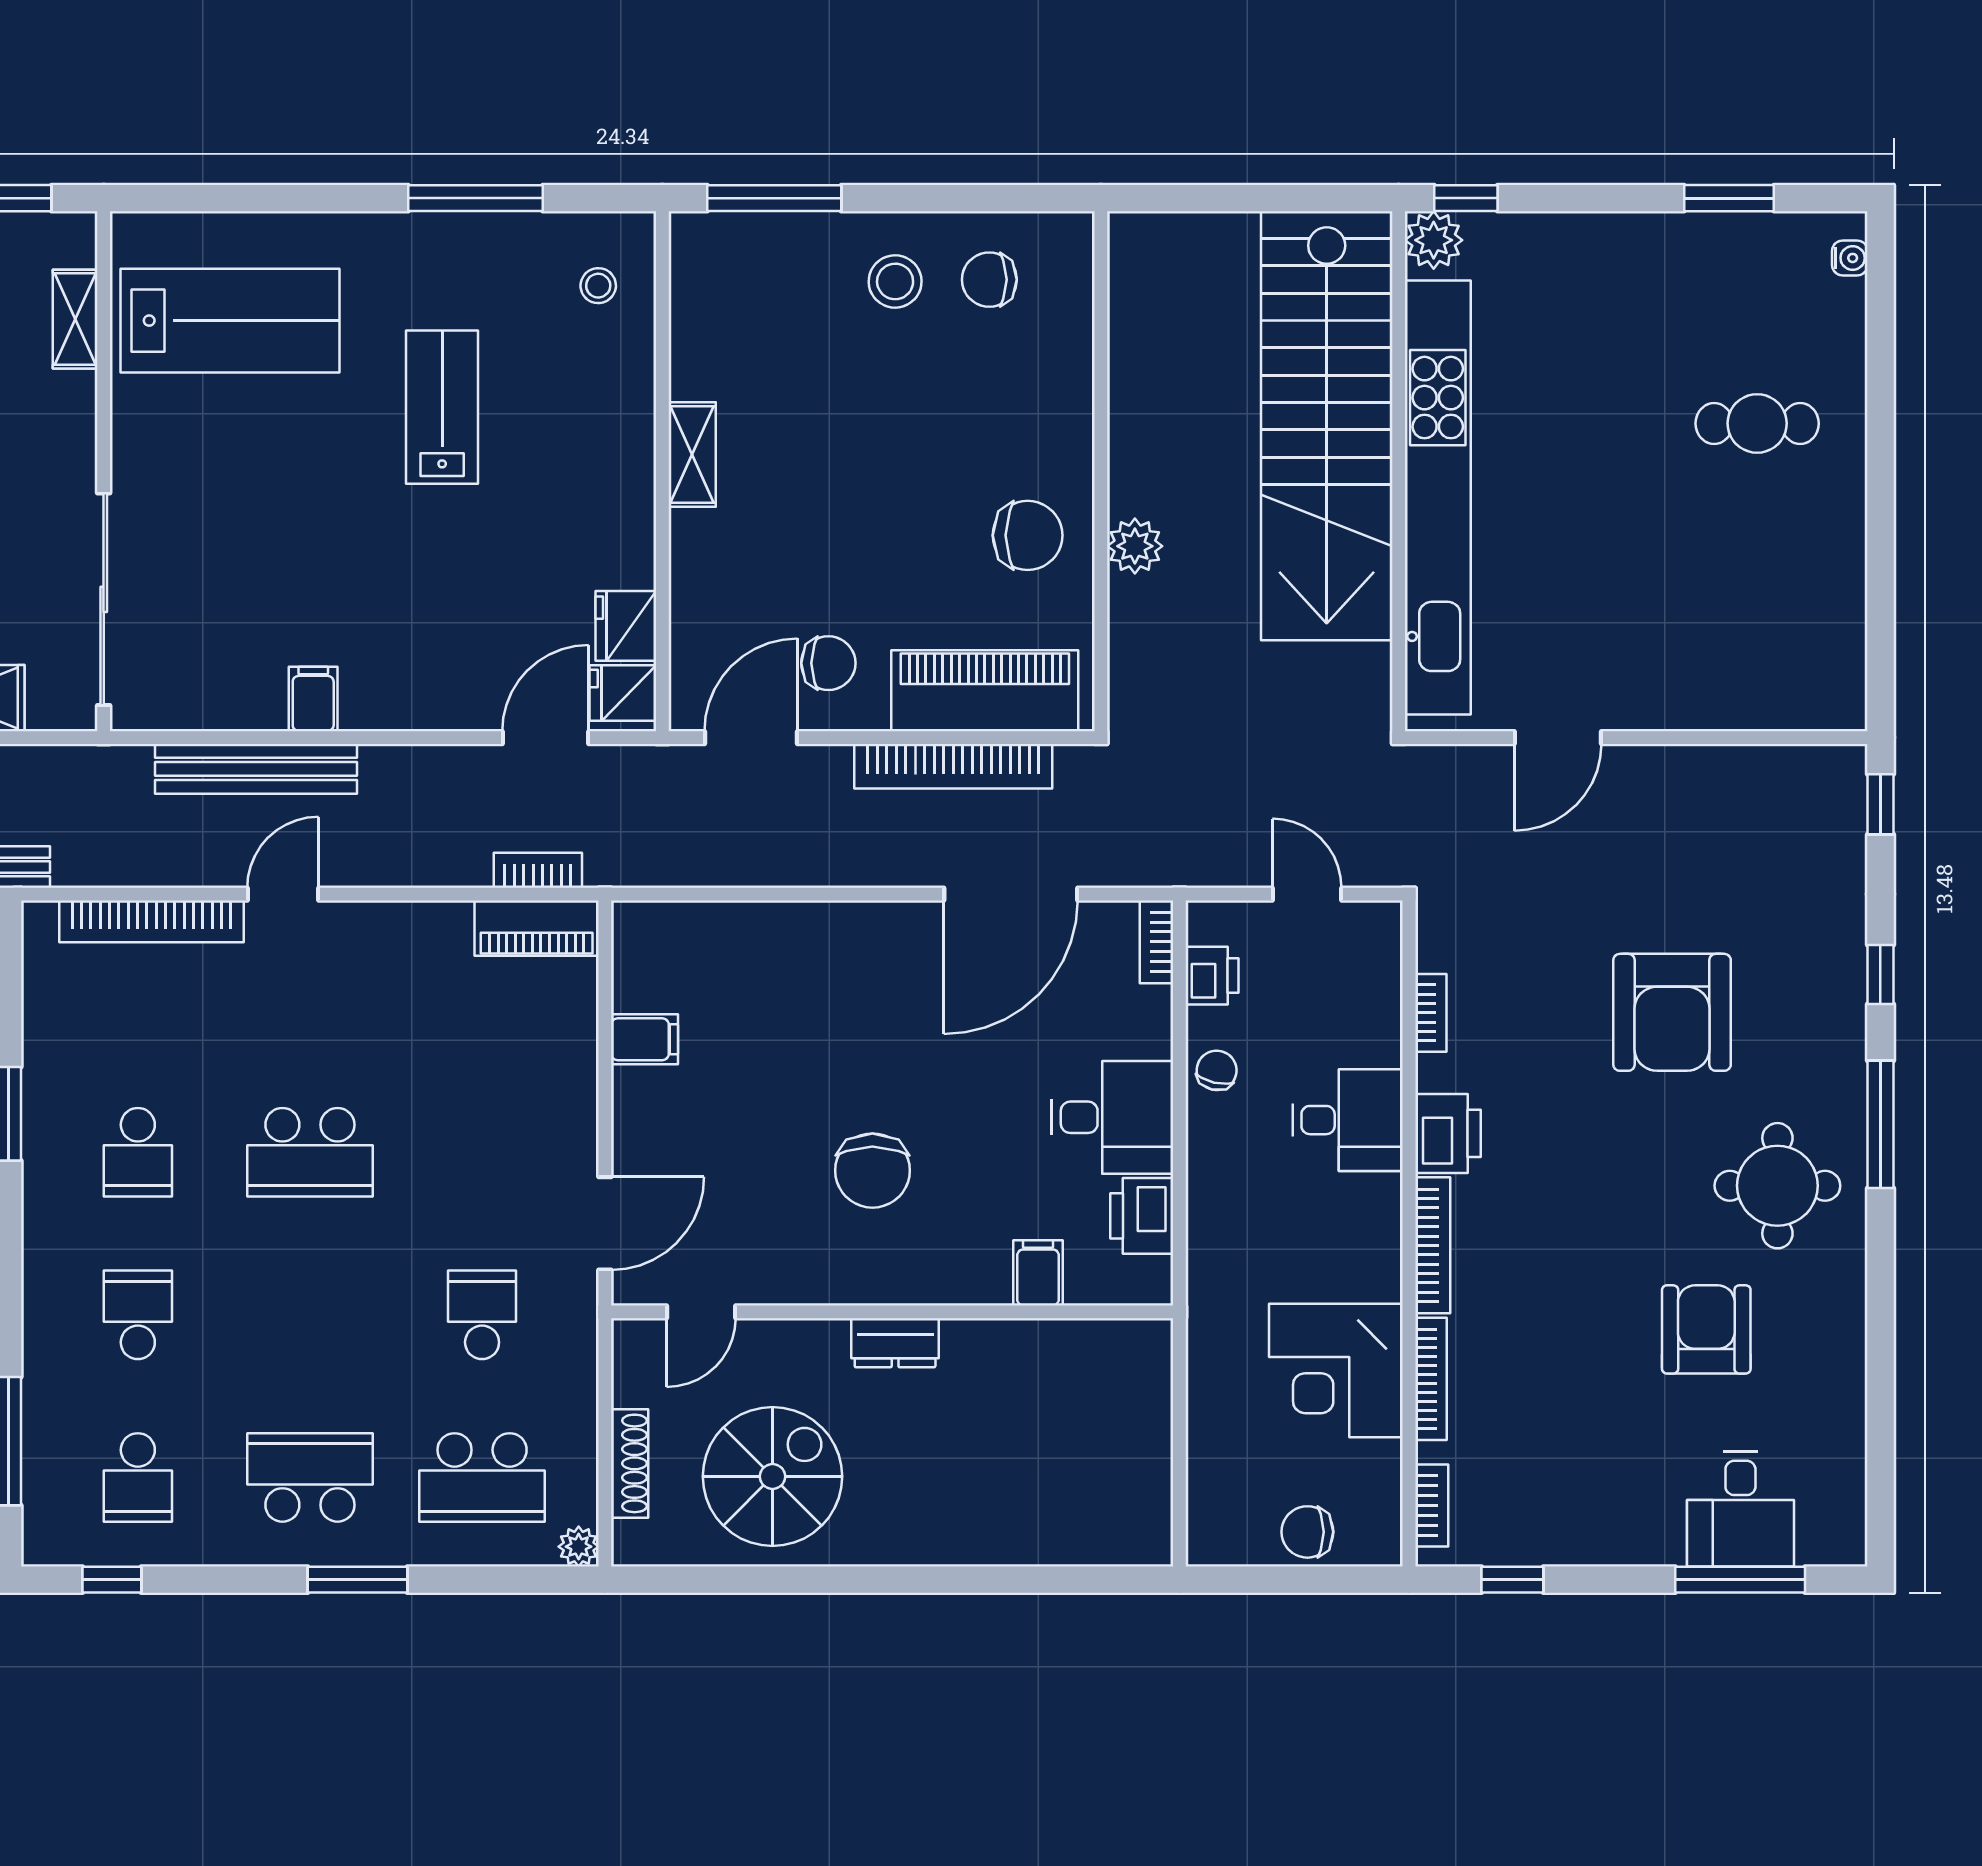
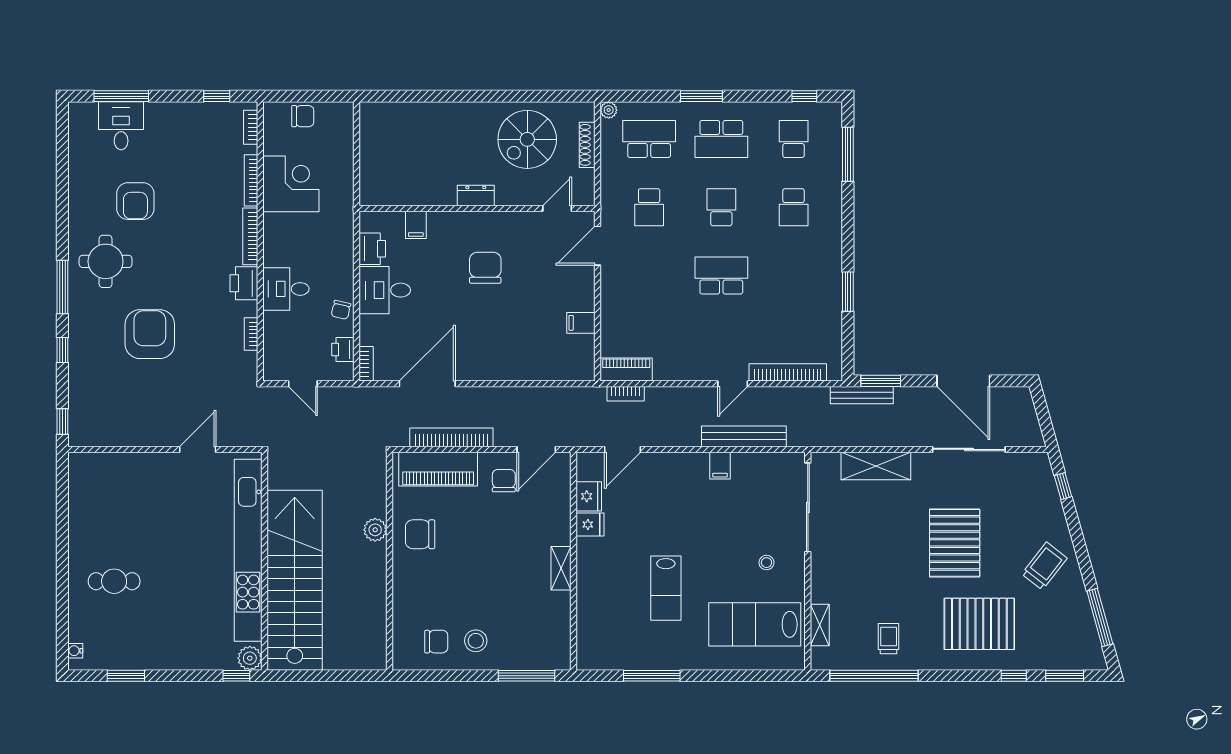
stool: (598, 286) -> (766, 563), moved
chair: (828, 663) -> (504, 481), turned 90
fridge: (623, 693) -> (590, 524), moved
school desk: (138, 1152) -> (721, 207), moved

